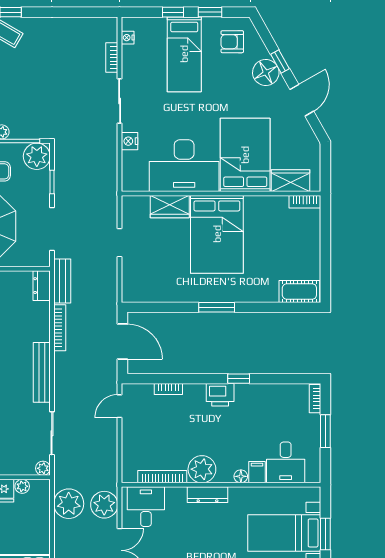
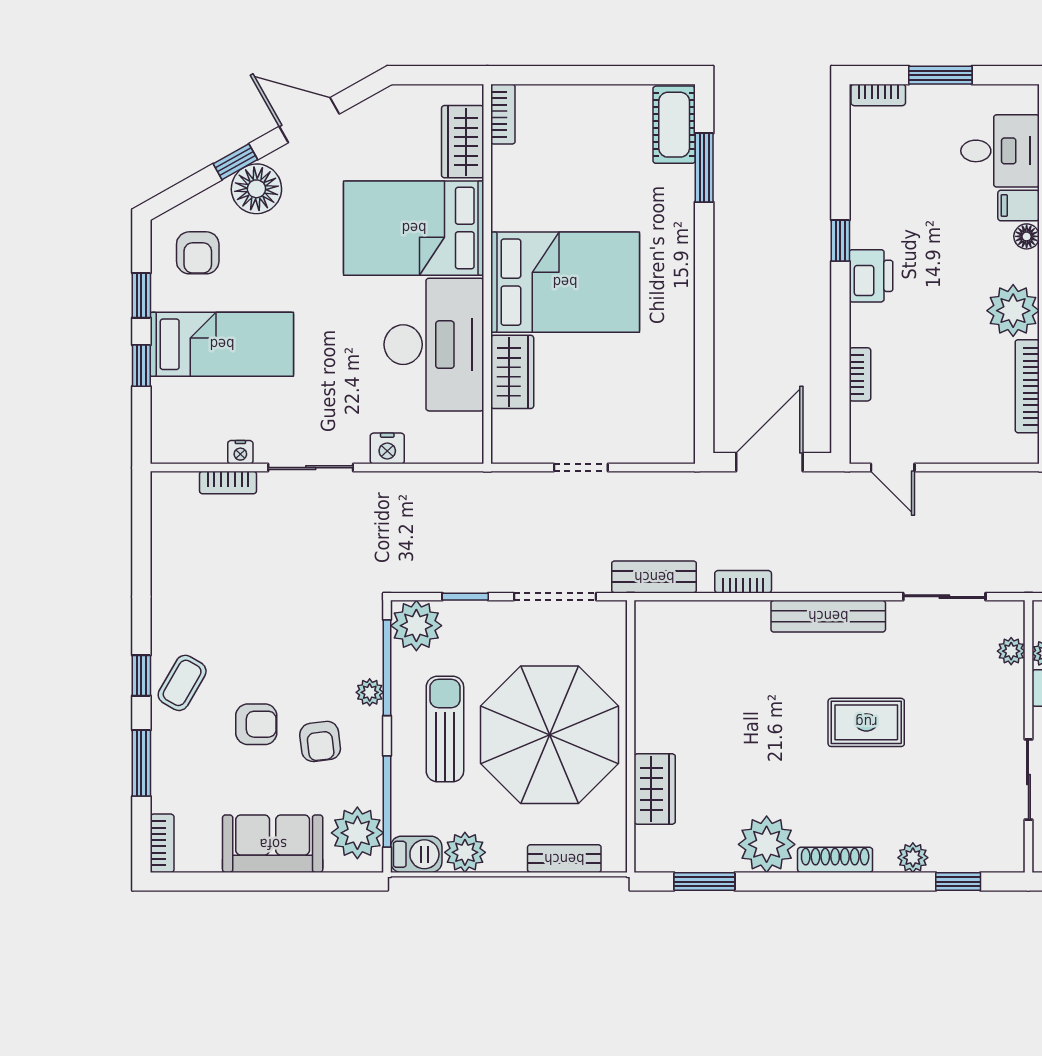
nightstand: (128, 38) -> (240, 452), moved
dresser: (42, 286) -> (663, 616), removed
window: (217, 307) -> (704, 168), moved
bookcase: (60, 328) -> (743, 582), width x0.64
plant: (43, 468) -> (1011, 651), moved

